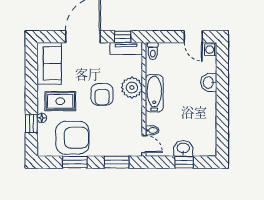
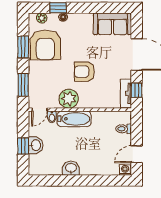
toilet: (153, 51) -> (124, 129), moved
washbasin: (209, 83) -> (71, 168), moved
plant: (132, 88) -> (69, 99), moved
bathtub: (154, 93) -> (74, 119), moved
rug: (60, 101) -> (78, 34), removed
plant: (43, 142) -> (42, 18), added

